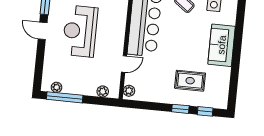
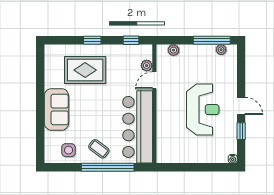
rug: (190, 81) -> (85, 70), width x1.36, depth x1.43
plant: (129, 91) -> (147, 66), moved
window: (205, 111) -> (131, 40), moved

